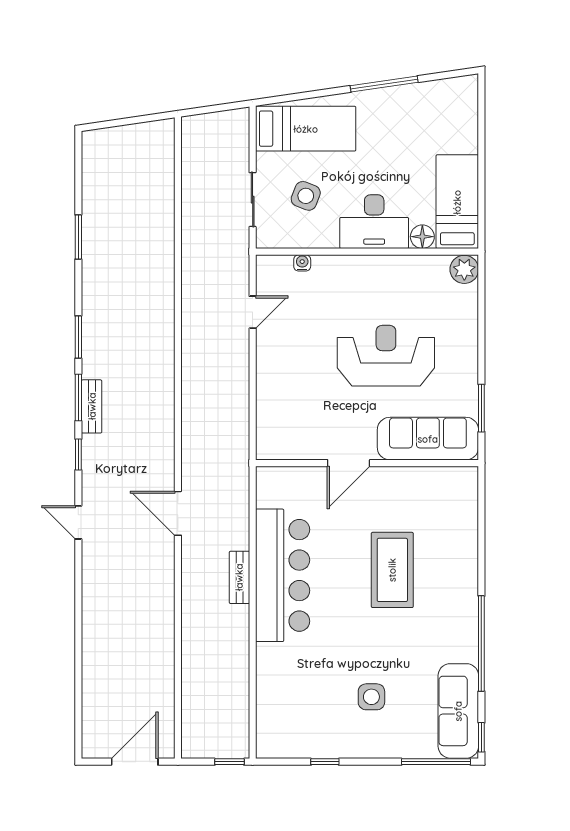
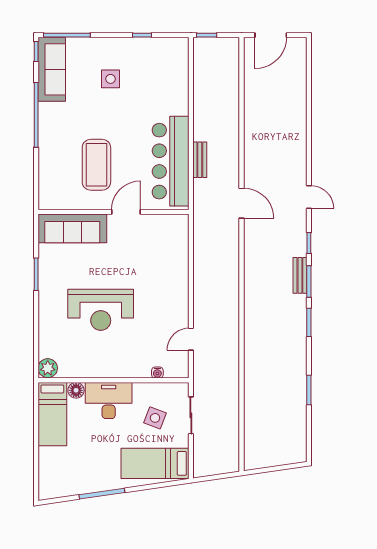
sofa: (428, 439) -> (72, 228), moved
door: (349, 463) -> (126, 212), moved
wall: (367, 463) -> (114, 212), moved

